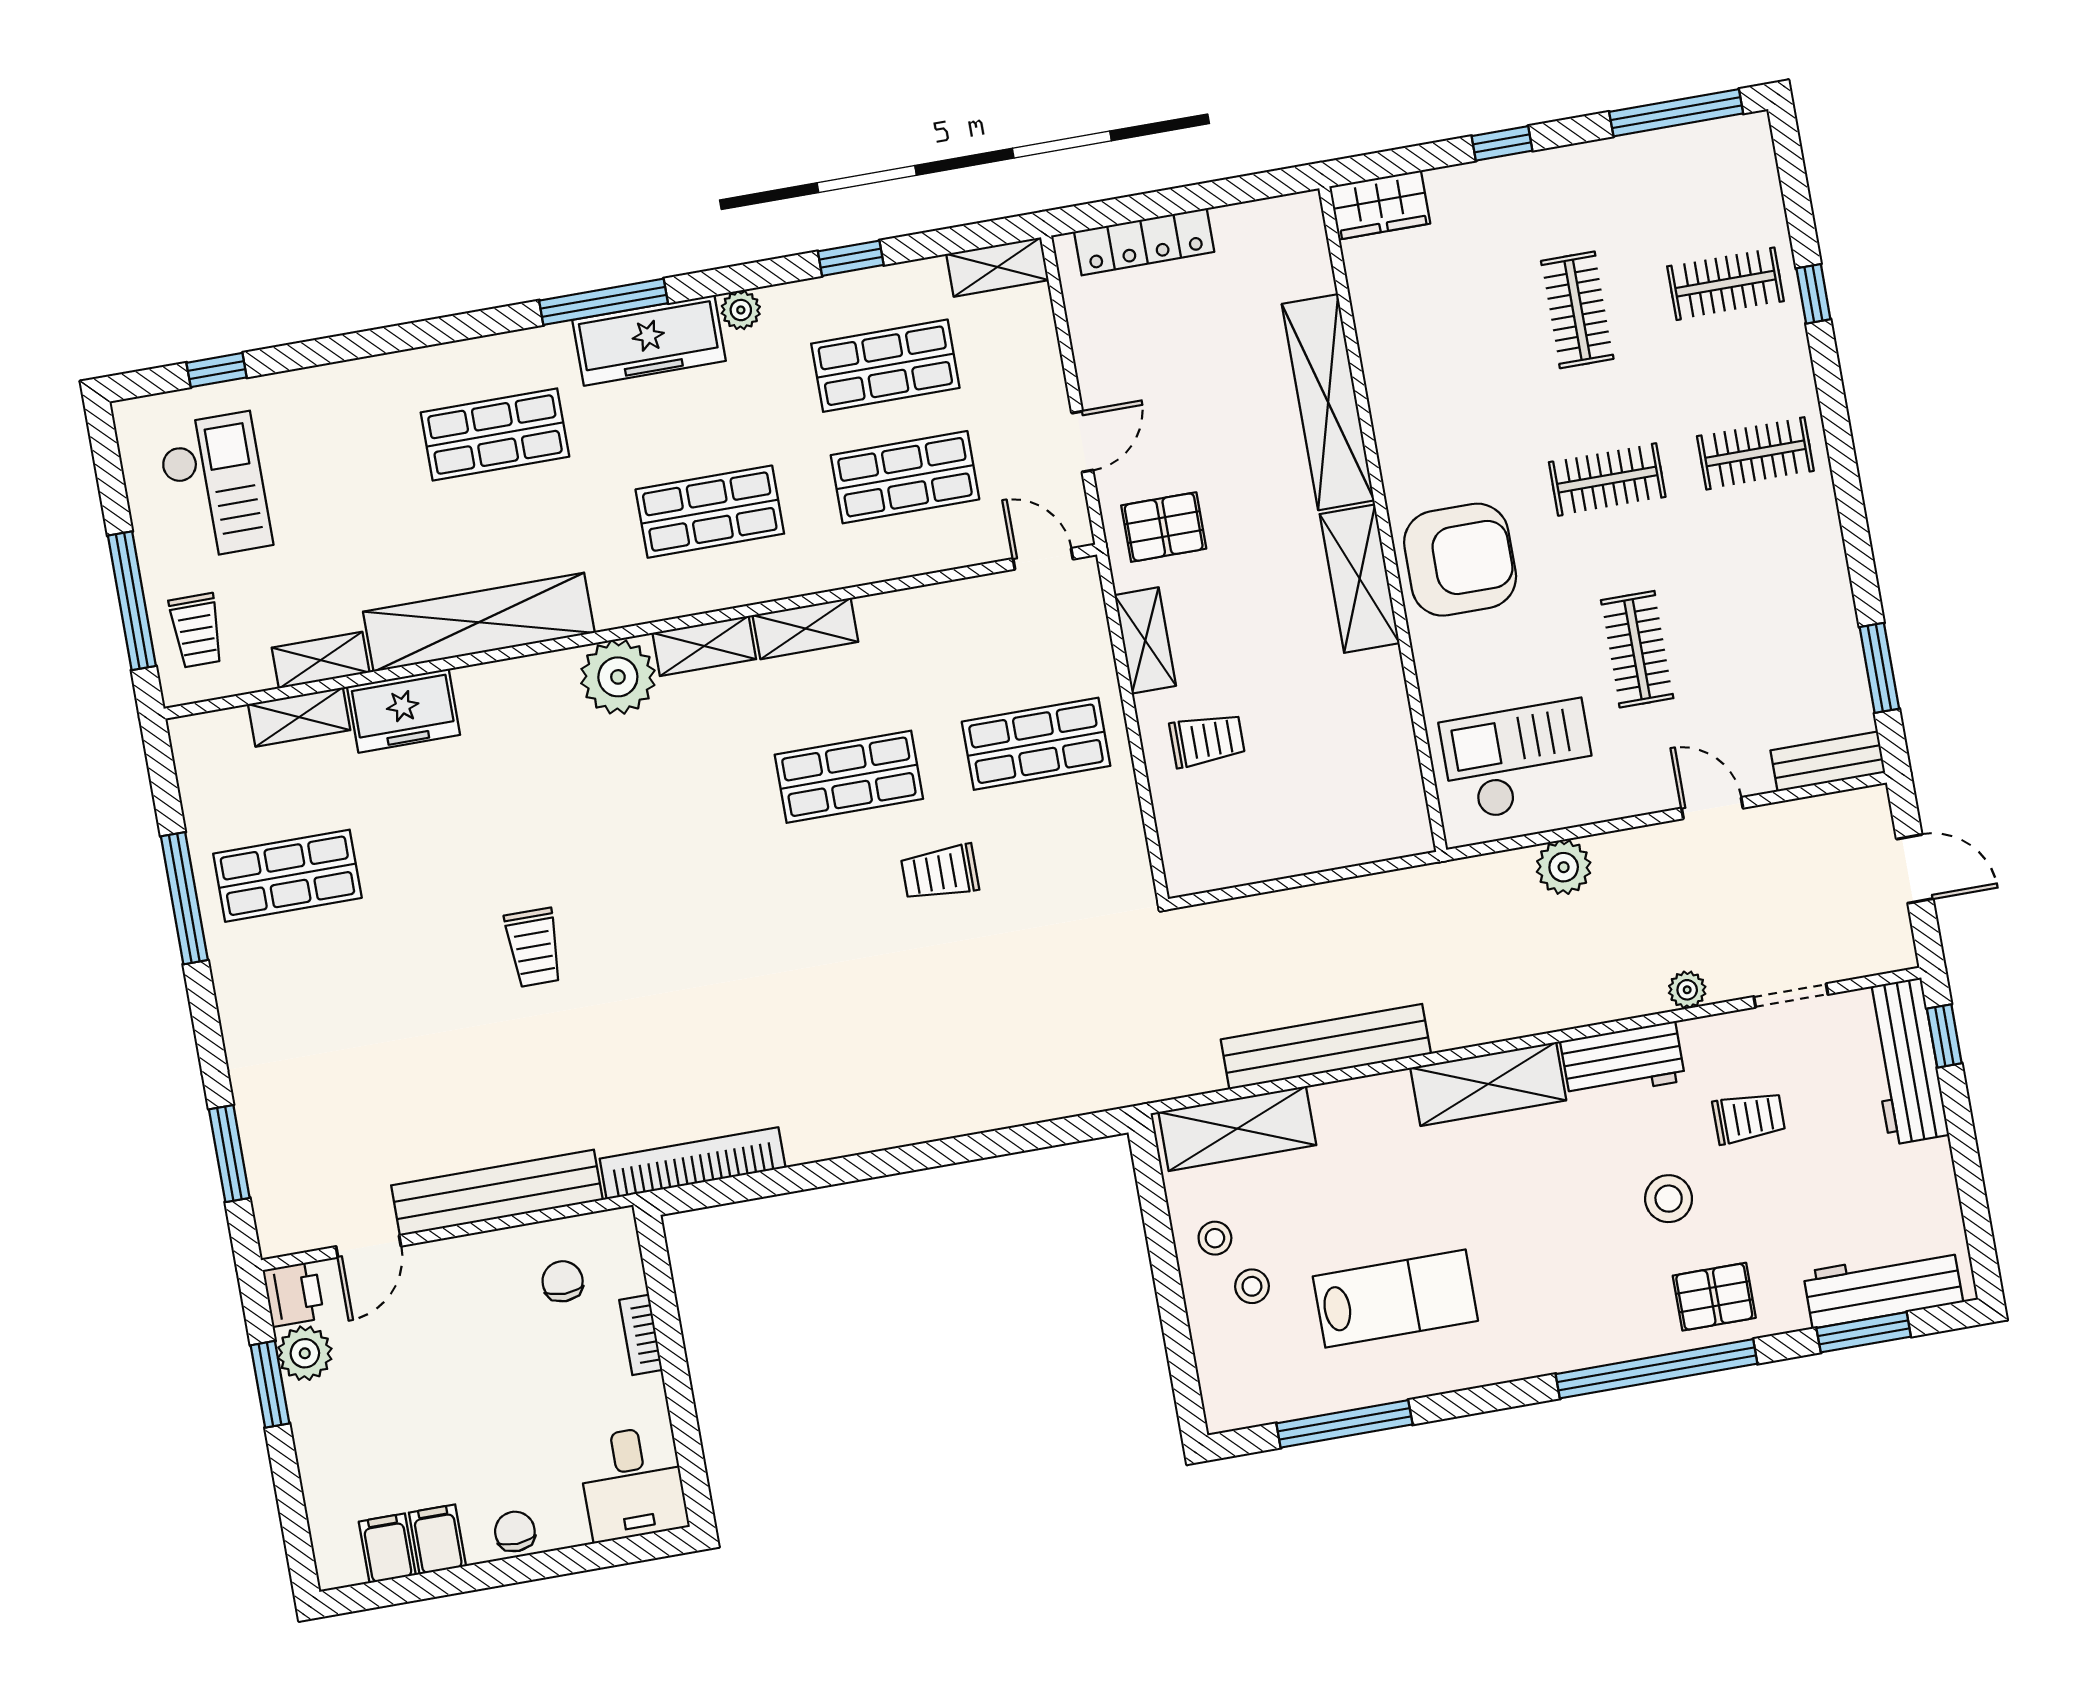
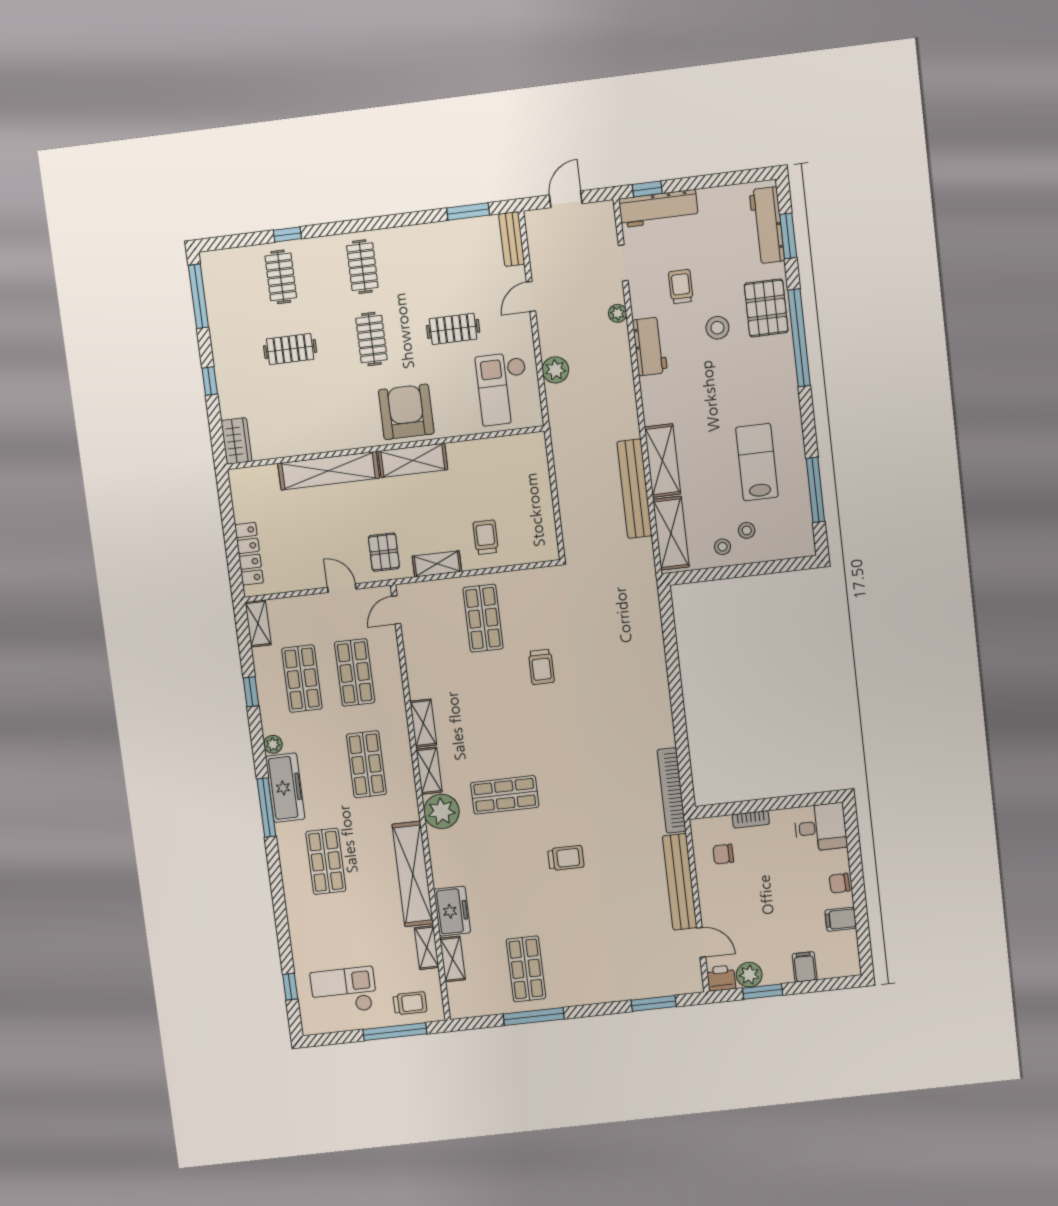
shop shelf: (849, 777) -> (505, 795), moved, turned 90
shelving: (1488, 1084) -> (663, 460), moved
pallet: (1714, 1297) -> (766, 308), width x1.50, depth x1.42
filing cabinet: (387, 1548) -> (805, 967), moved, turned 90

